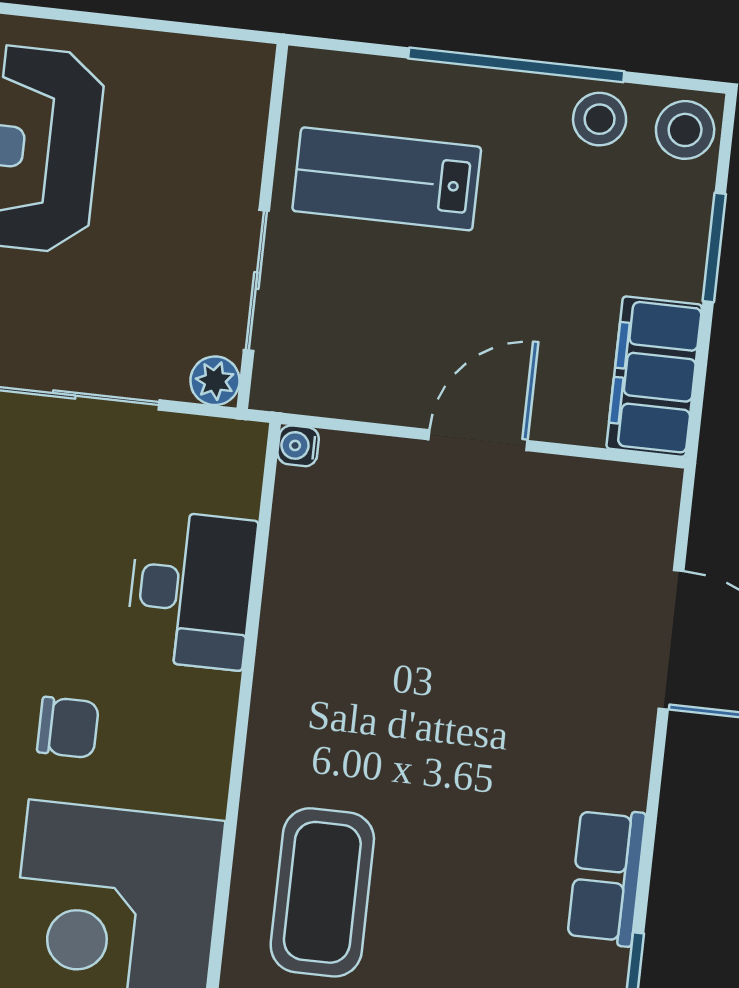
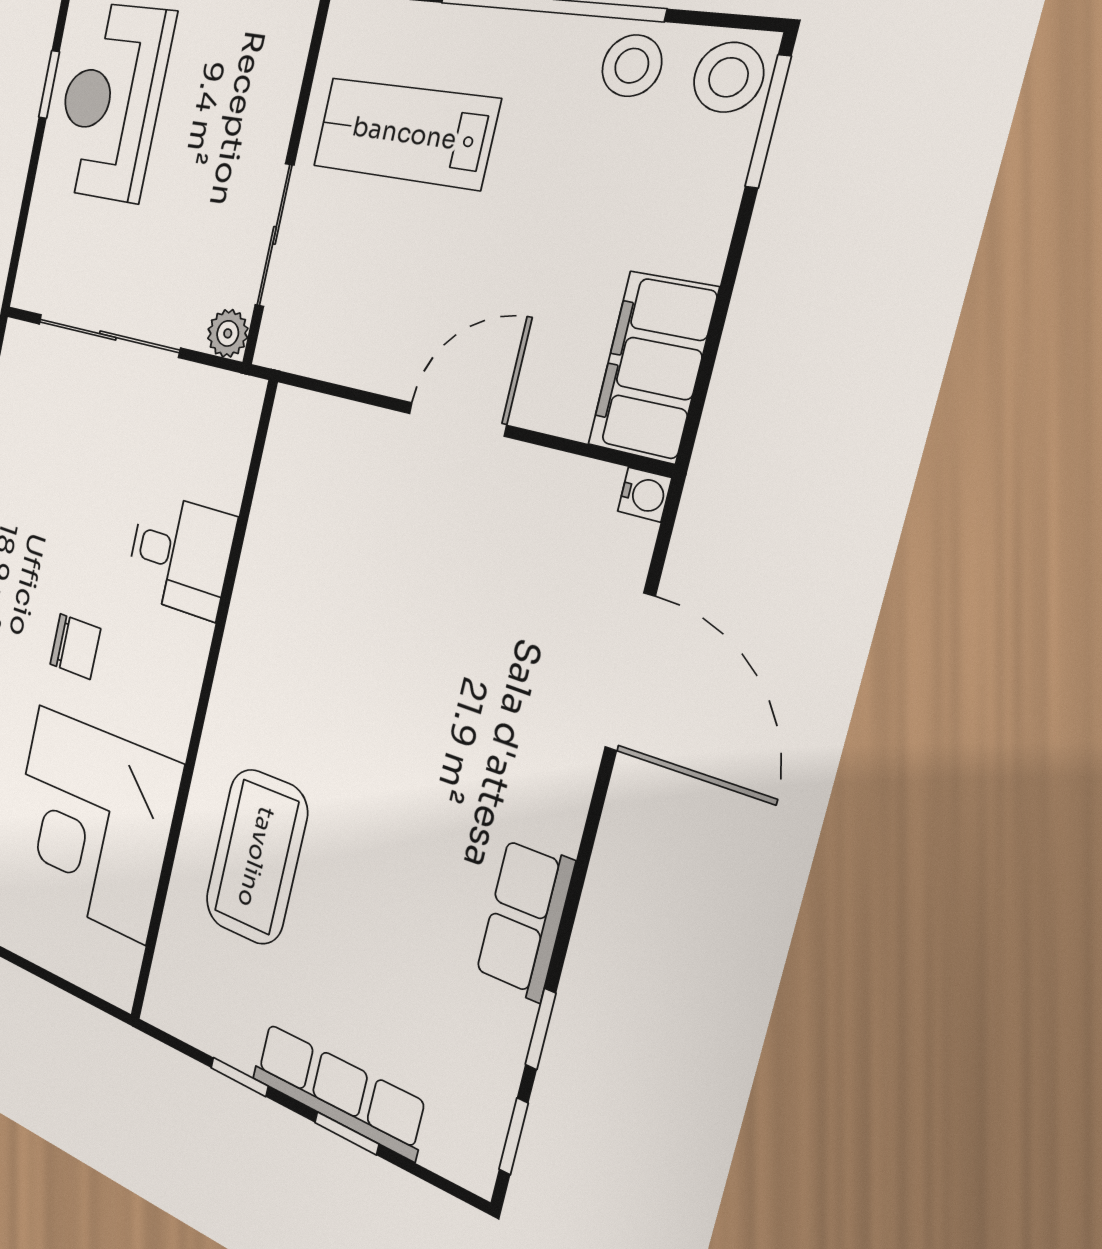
window: (714, 248) -> (768, 122), moved
water cooler: (298, 446) -> (645, 495), moved, turned 180
desk: (191, 590) -> (180, 555), width x0.73

